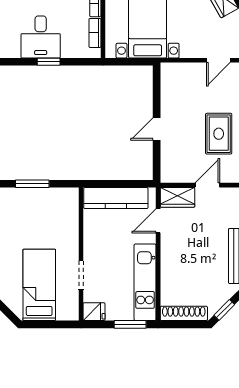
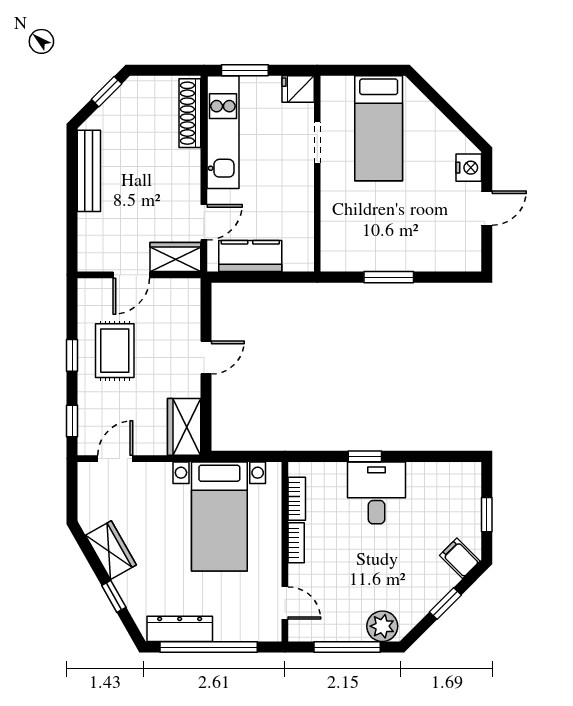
wardrobe: (172, 82) -> (184, 427), added
kitchen counter: (116, 198) -> (250, 256), width x0.67
shoe rack: (184, 313) -> (190, 113), moved, turned 90

